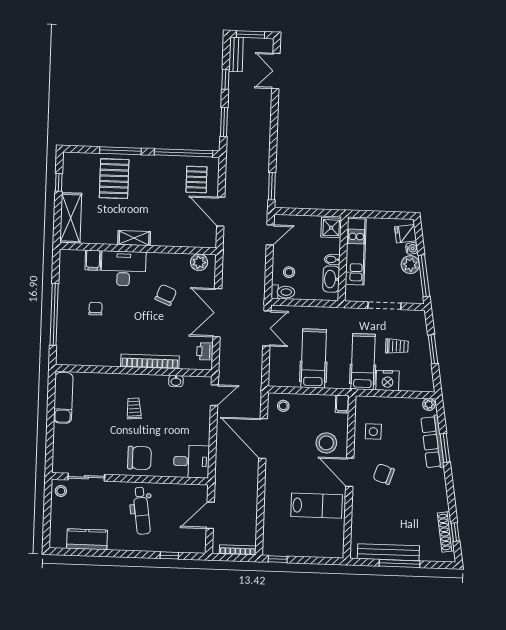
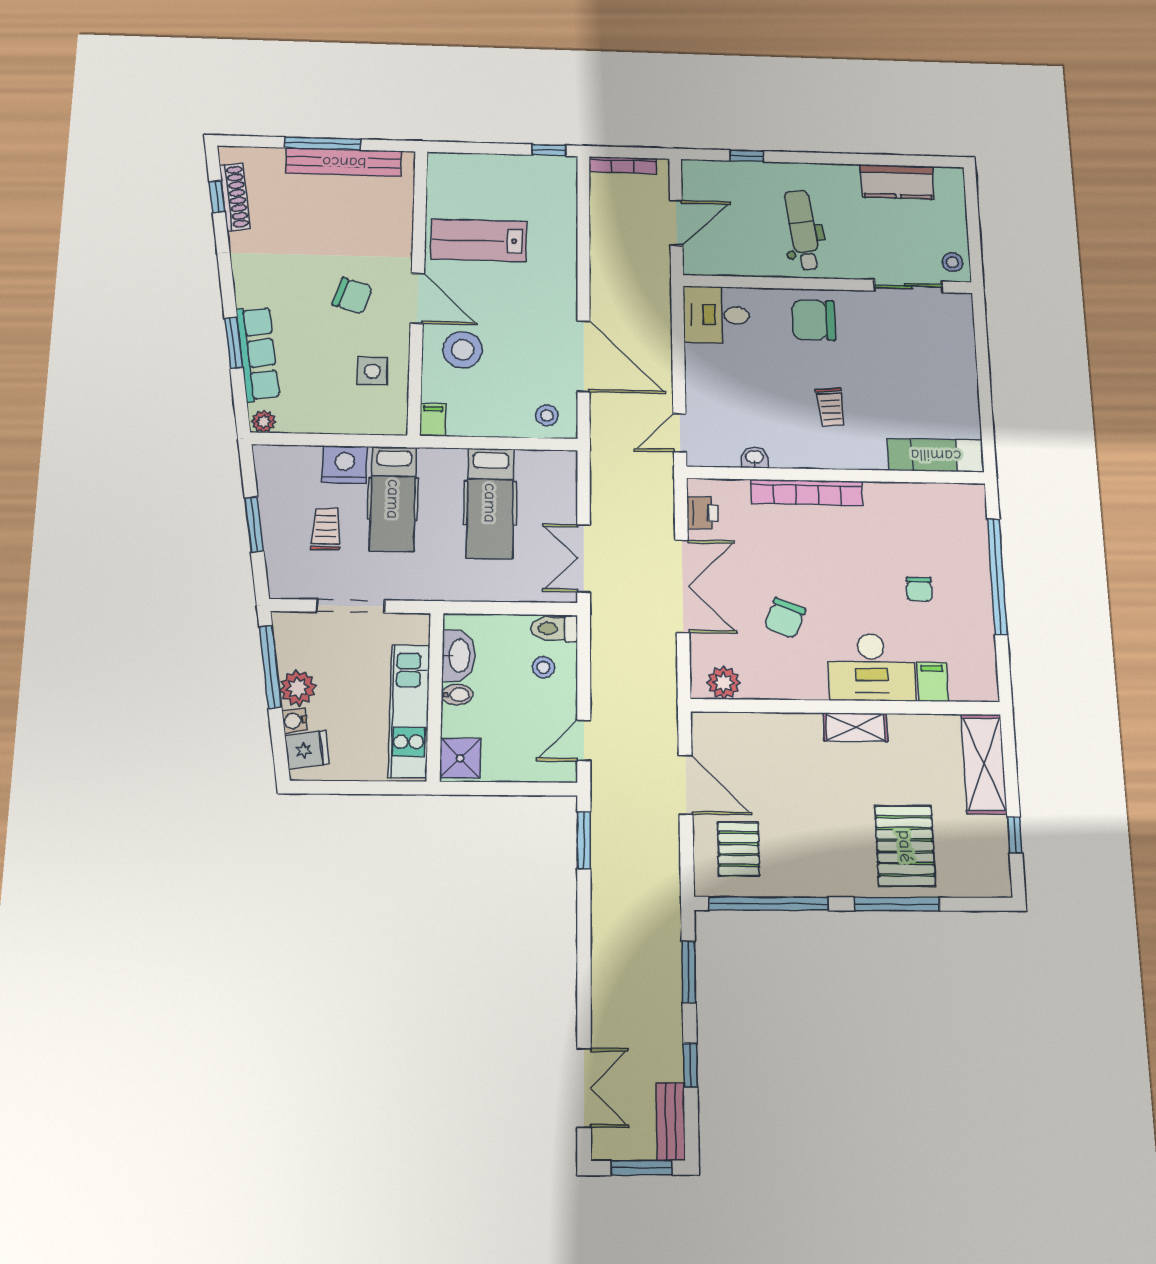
trolley: (397, 346) -> (326, 529), turned 90
exam couch: (63, 398) -> (936, 455), moved, turned 90

